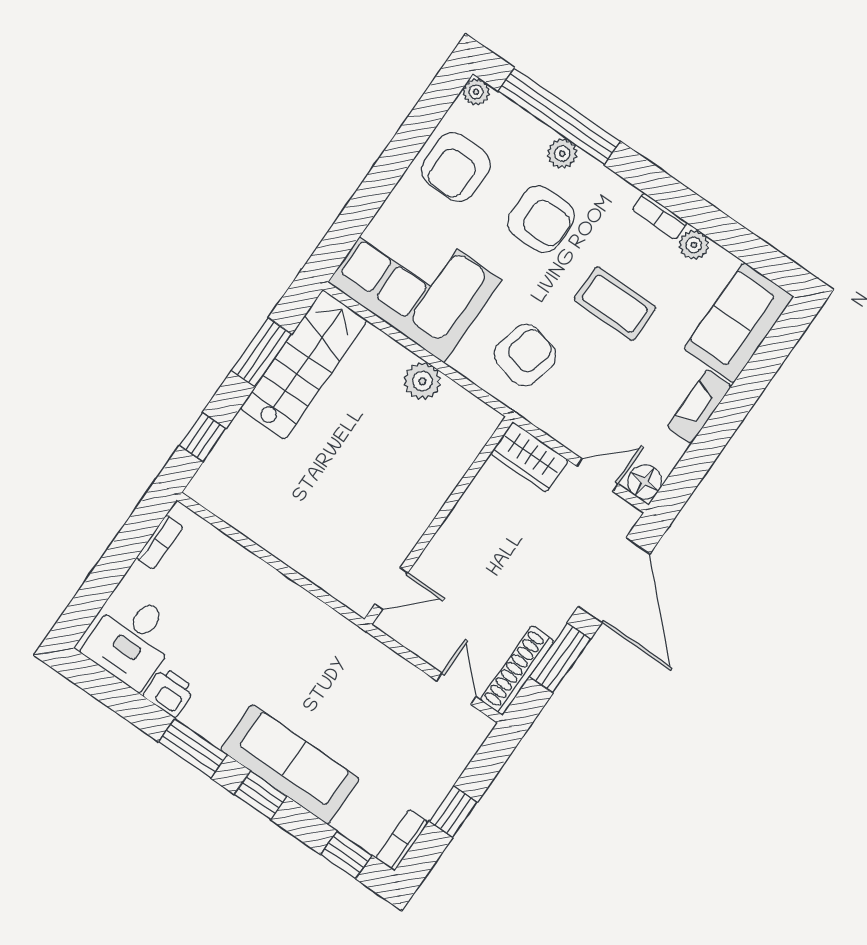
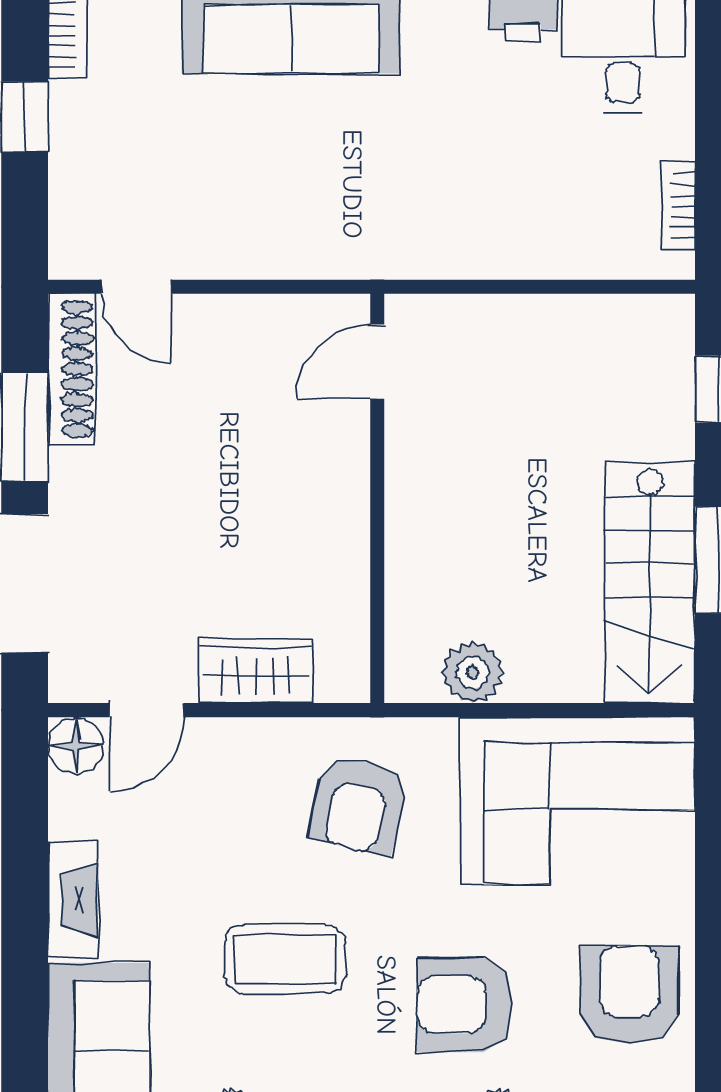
wall: (439, 521) -> (377, 498), moved
door: (391, 588) -> (377, 362), moved

